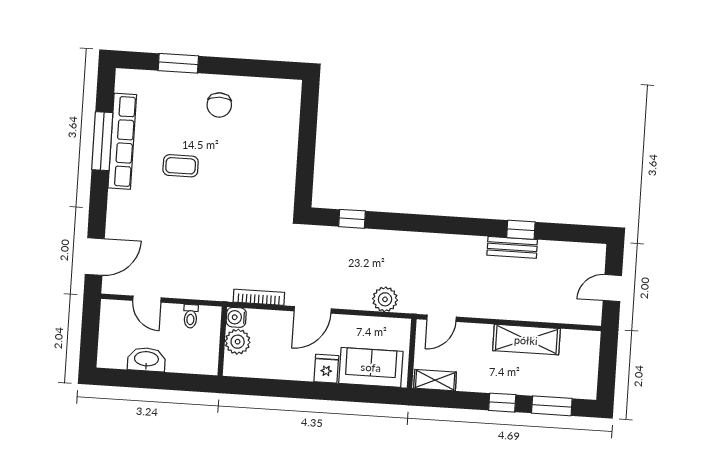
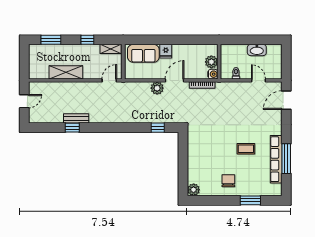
plant: (289, 92) -> (194, 190), added
plant: (385, 299) -> (157, 88), moved
window: (502, 403) -> (87, 40), moved

